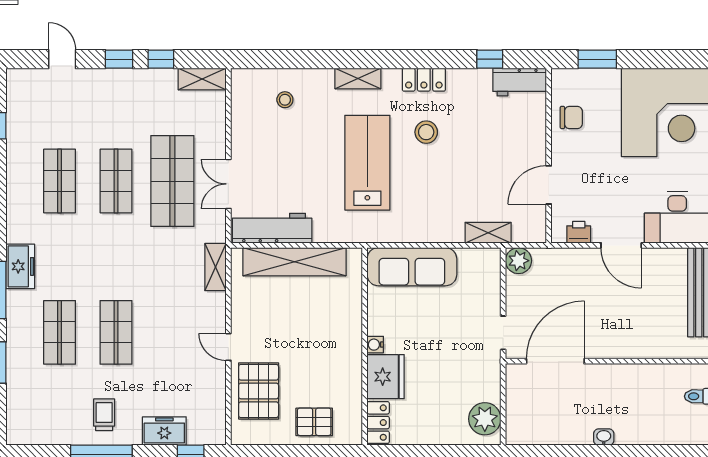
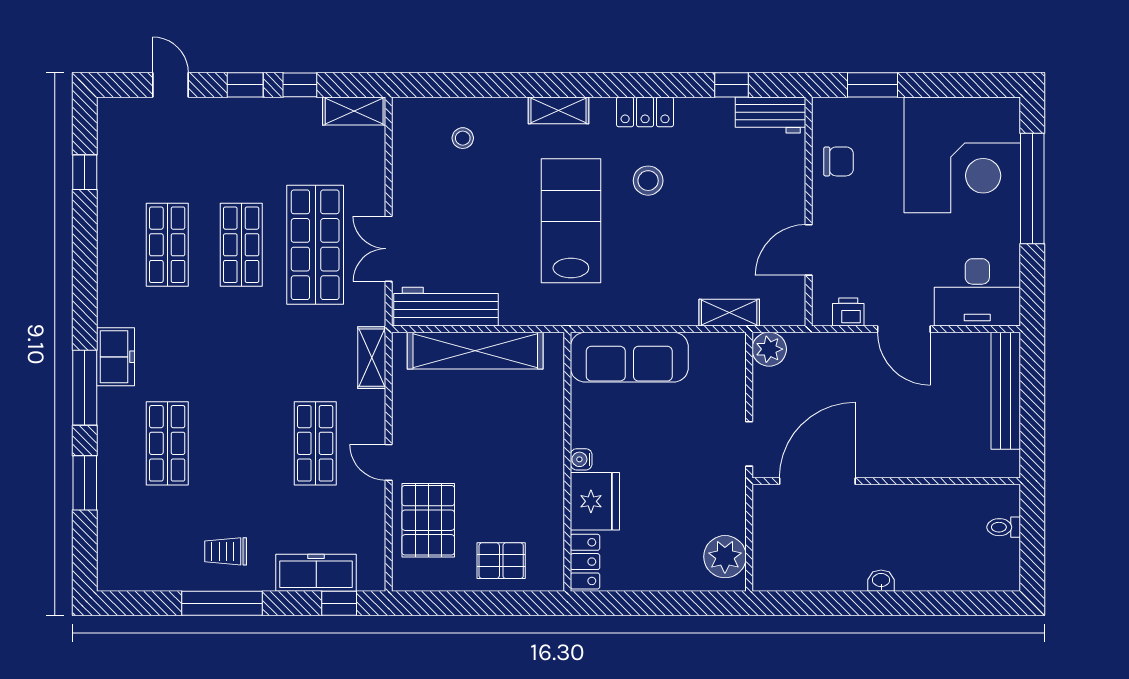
shop shelf: (116, 332) -> (315, 443), moved
trolley: (104, 415) -> (226, 551), turned -90
freezer: (164, 431) -> (316, 573), width x1.40

